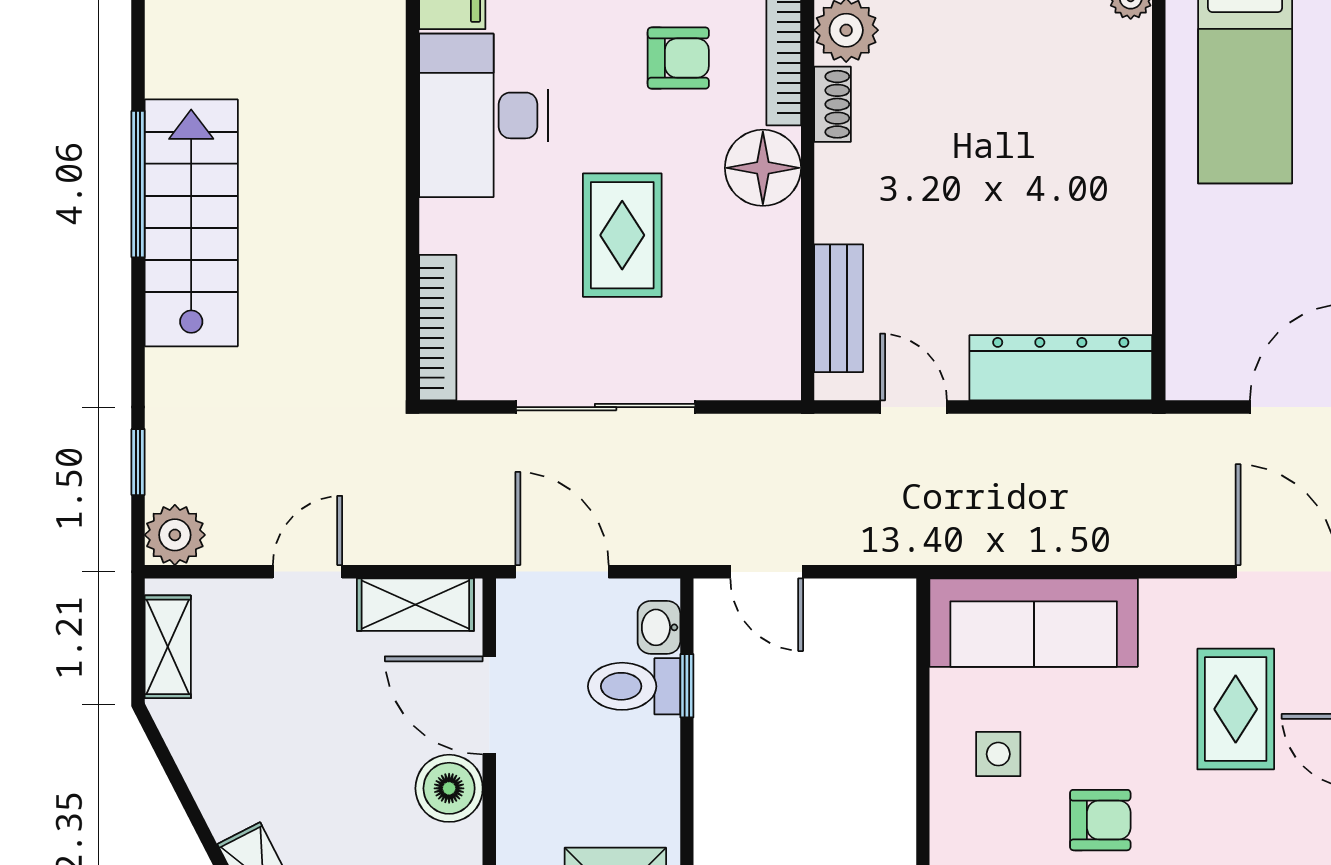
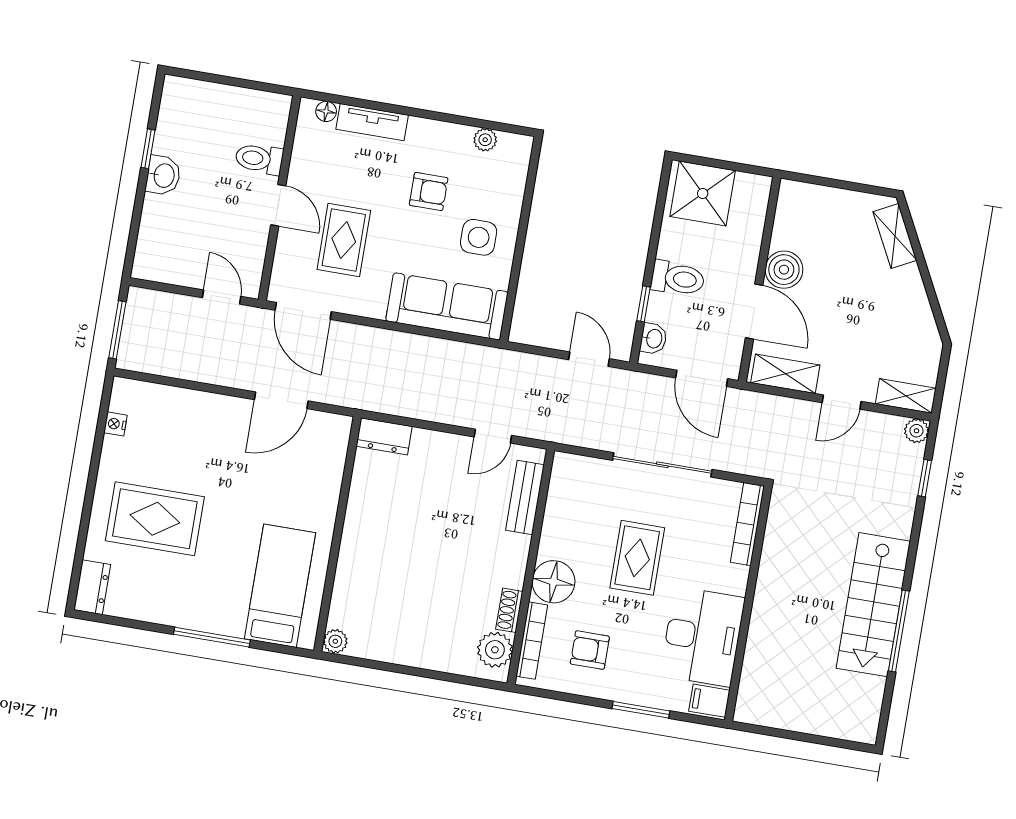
dresser: (1061, 368) -> (384, 436), width x0.51, depth x0.80
door: (914, 407) -> (493, 436), hinge flipped
plant: (175, 535) -> (917, 431), width x0.73, depth x0.73
shelving: (168, 647) -> (906, 396), moved, turned 90
toilet: (634, 686) -> (678, 278), moved
side table: (998, 754) -> (479, 237), width x1.37, depth x1.37
armchair: (1100, 820) -> (429, 192), turned 180

